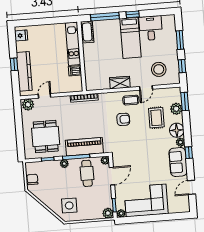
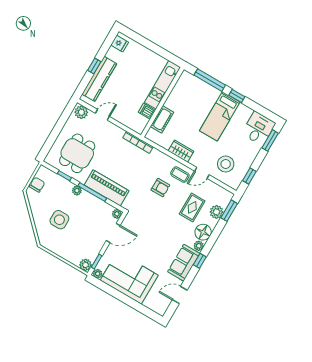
desk: (151, 28) -> (259, 128), moved
cot: (87, 32) -> (162, 119), moved
window: (180, 40) -> (270, 140), moved
cafe table: (87, 173) -> (92, 214), removed
side table: (69, 206) -> (59, 220), moved

